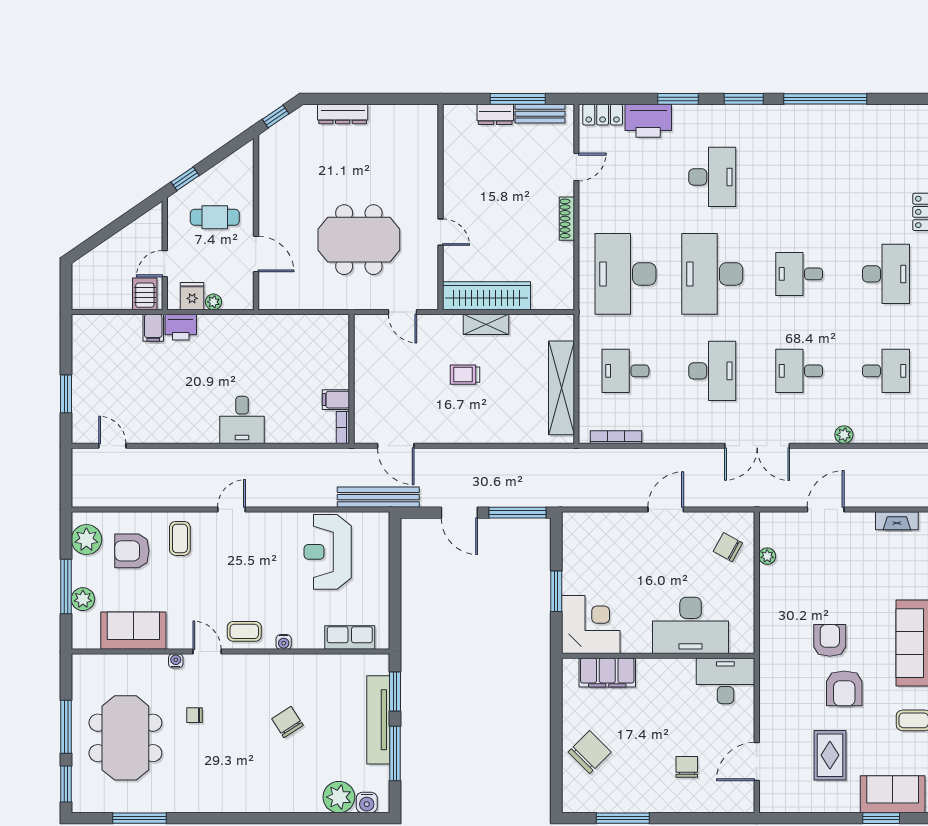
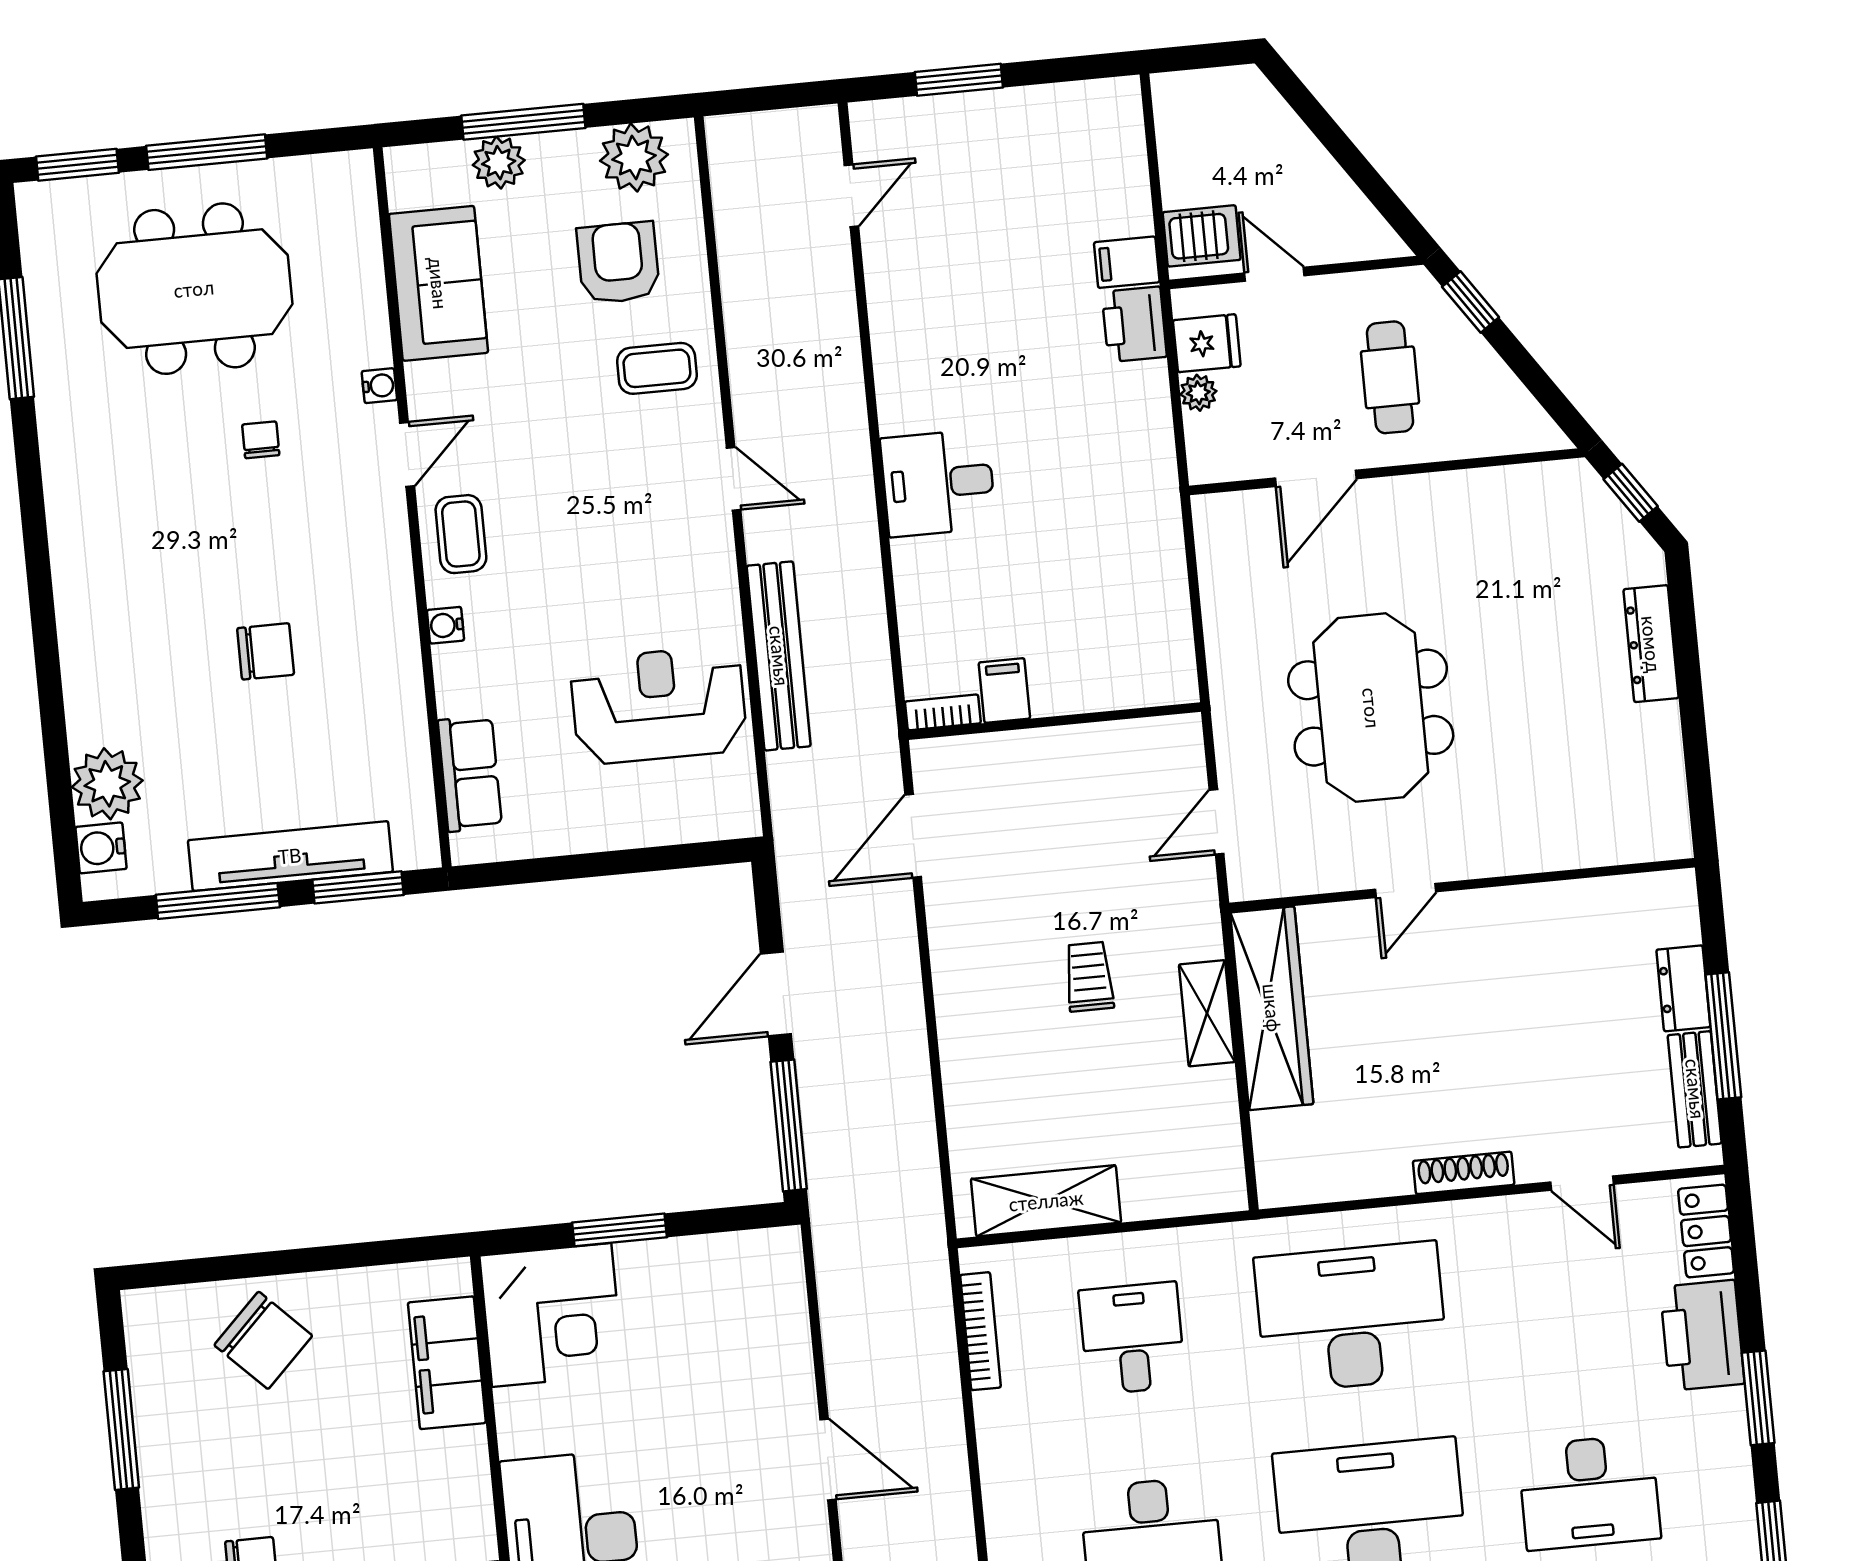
shelving: (561, 388) -> (1046, 1201), width x0.68
bench: (378, 497) -> (779, 656), moved
chair: (288, 722) -> (266, 651), turned 33

